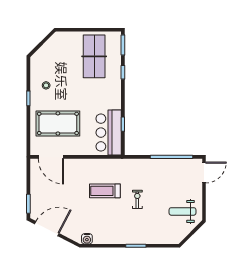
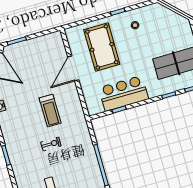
bar counter: (109, 133) -> (124, 93), moved
door: (51, 157) -> (73, 68), moved
treadmill: (105, 191) -> (50, 111), turned 180

